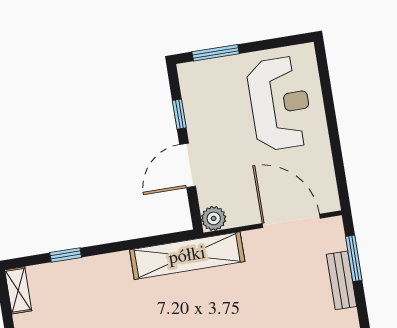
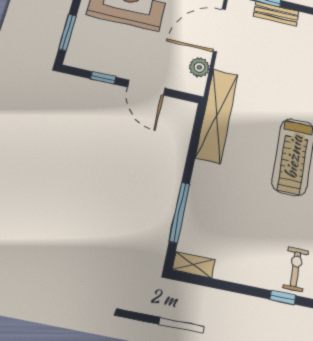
plant: (214, 218) -> (199, 67), moved
window: (66, 255) -> (179, 213), width x2.17

